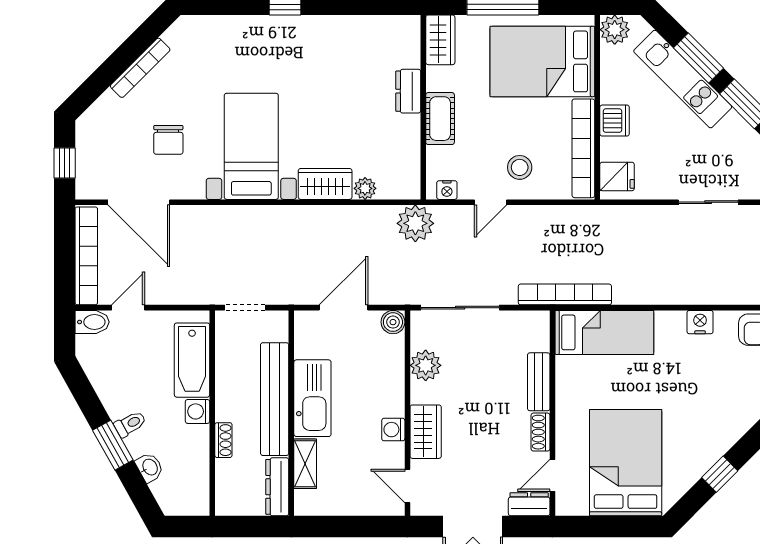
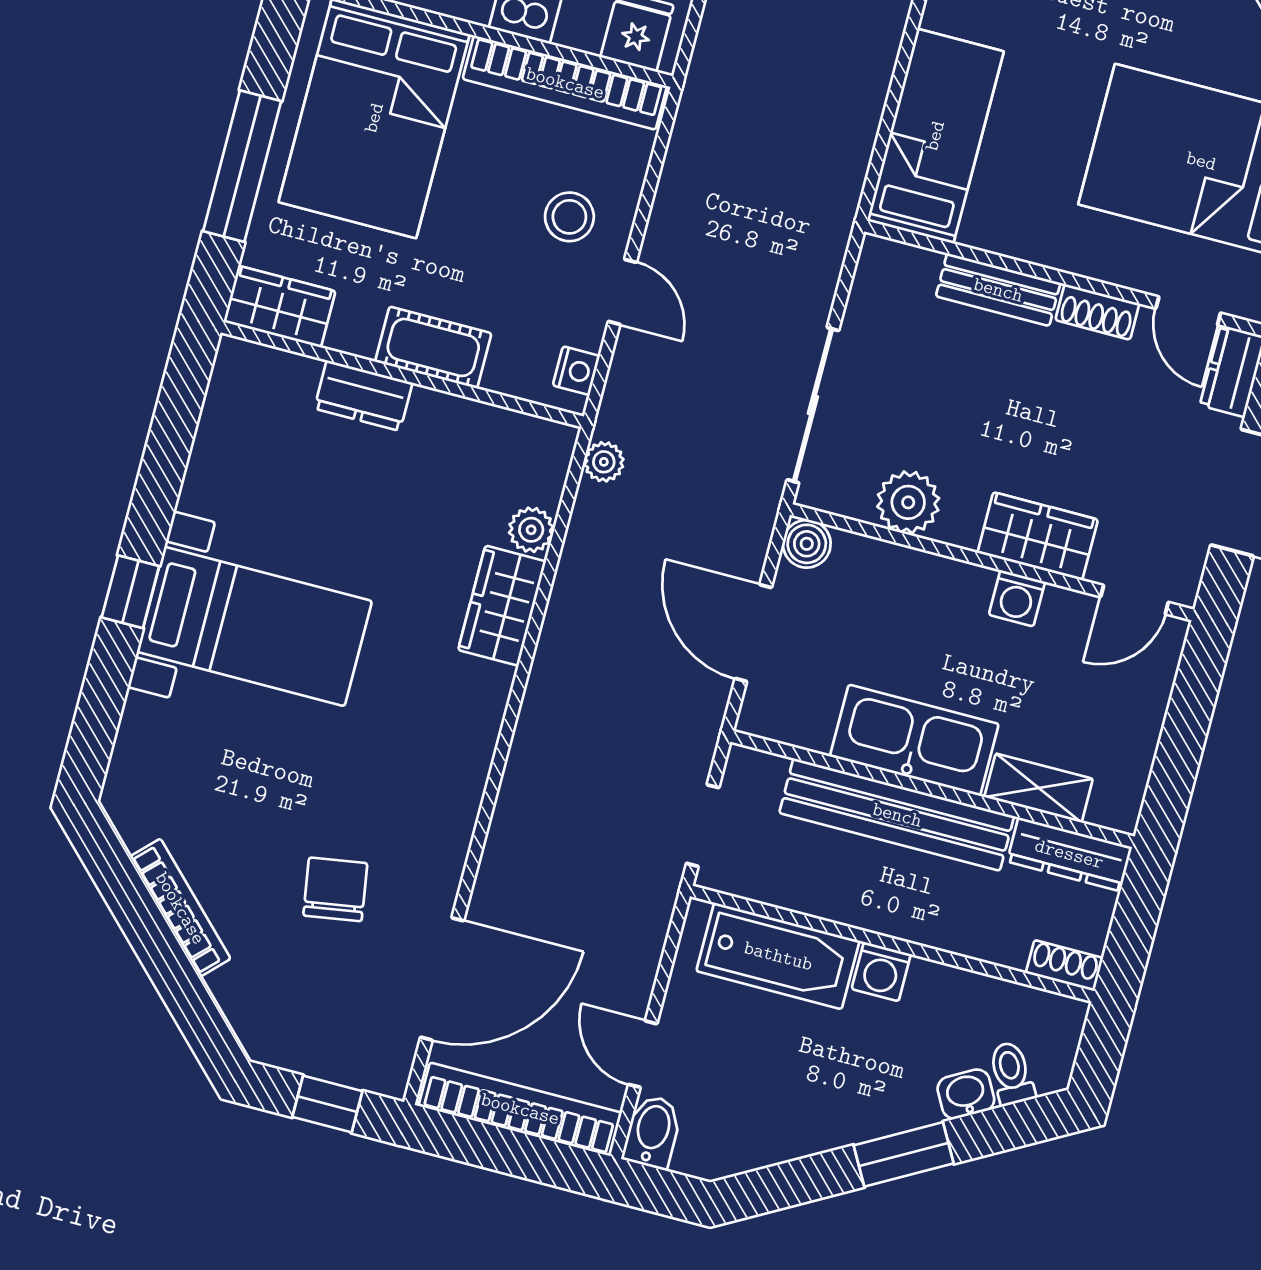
chair: (168, 140) -> (335, 889), turned -99
bed with nightstands: (251, 146) -> (254, 626), moved, turned 180
plant: (415, 223) -> (604, 462), width x0.53, depth x0.53
bookcase: (565, 294) -> (841, 194), removed
toilet: (130, 424) -> (1011, 1073), moved
shoe rack: (223, 440) -> (1064, 966), moved

